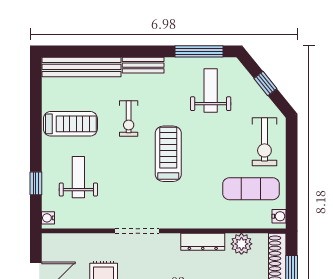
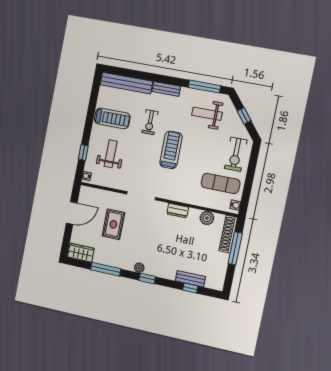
weight bench: (211, 91) -> (207, 114), turned -90
dresser: (203, 242) -> (178, 211), width x0.70

